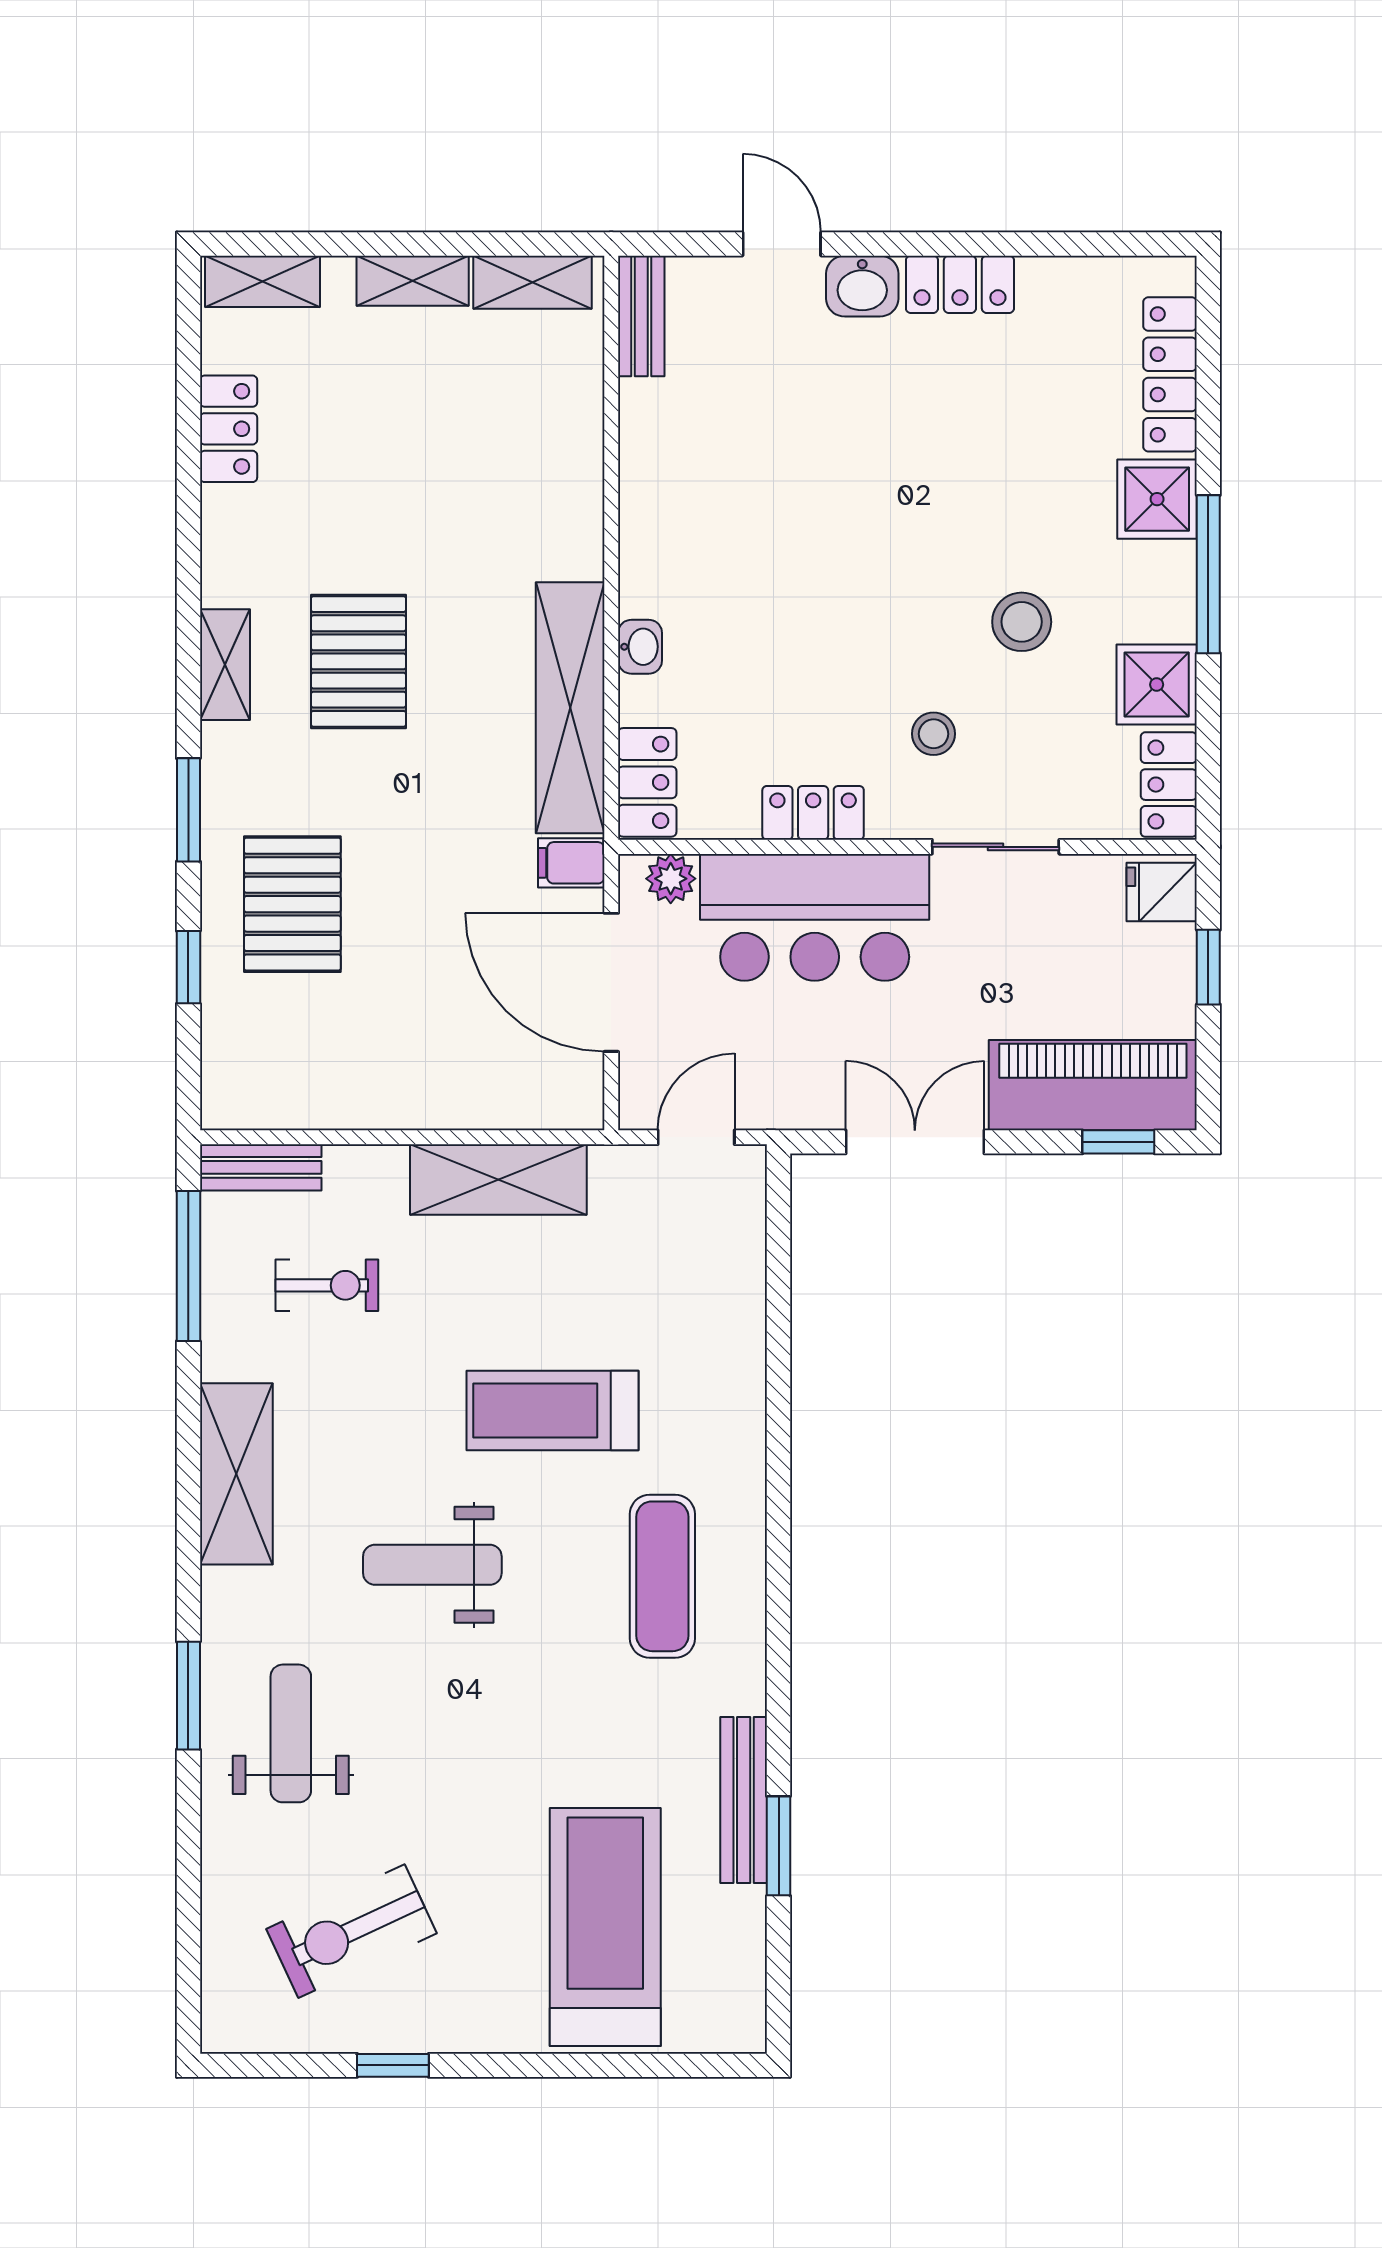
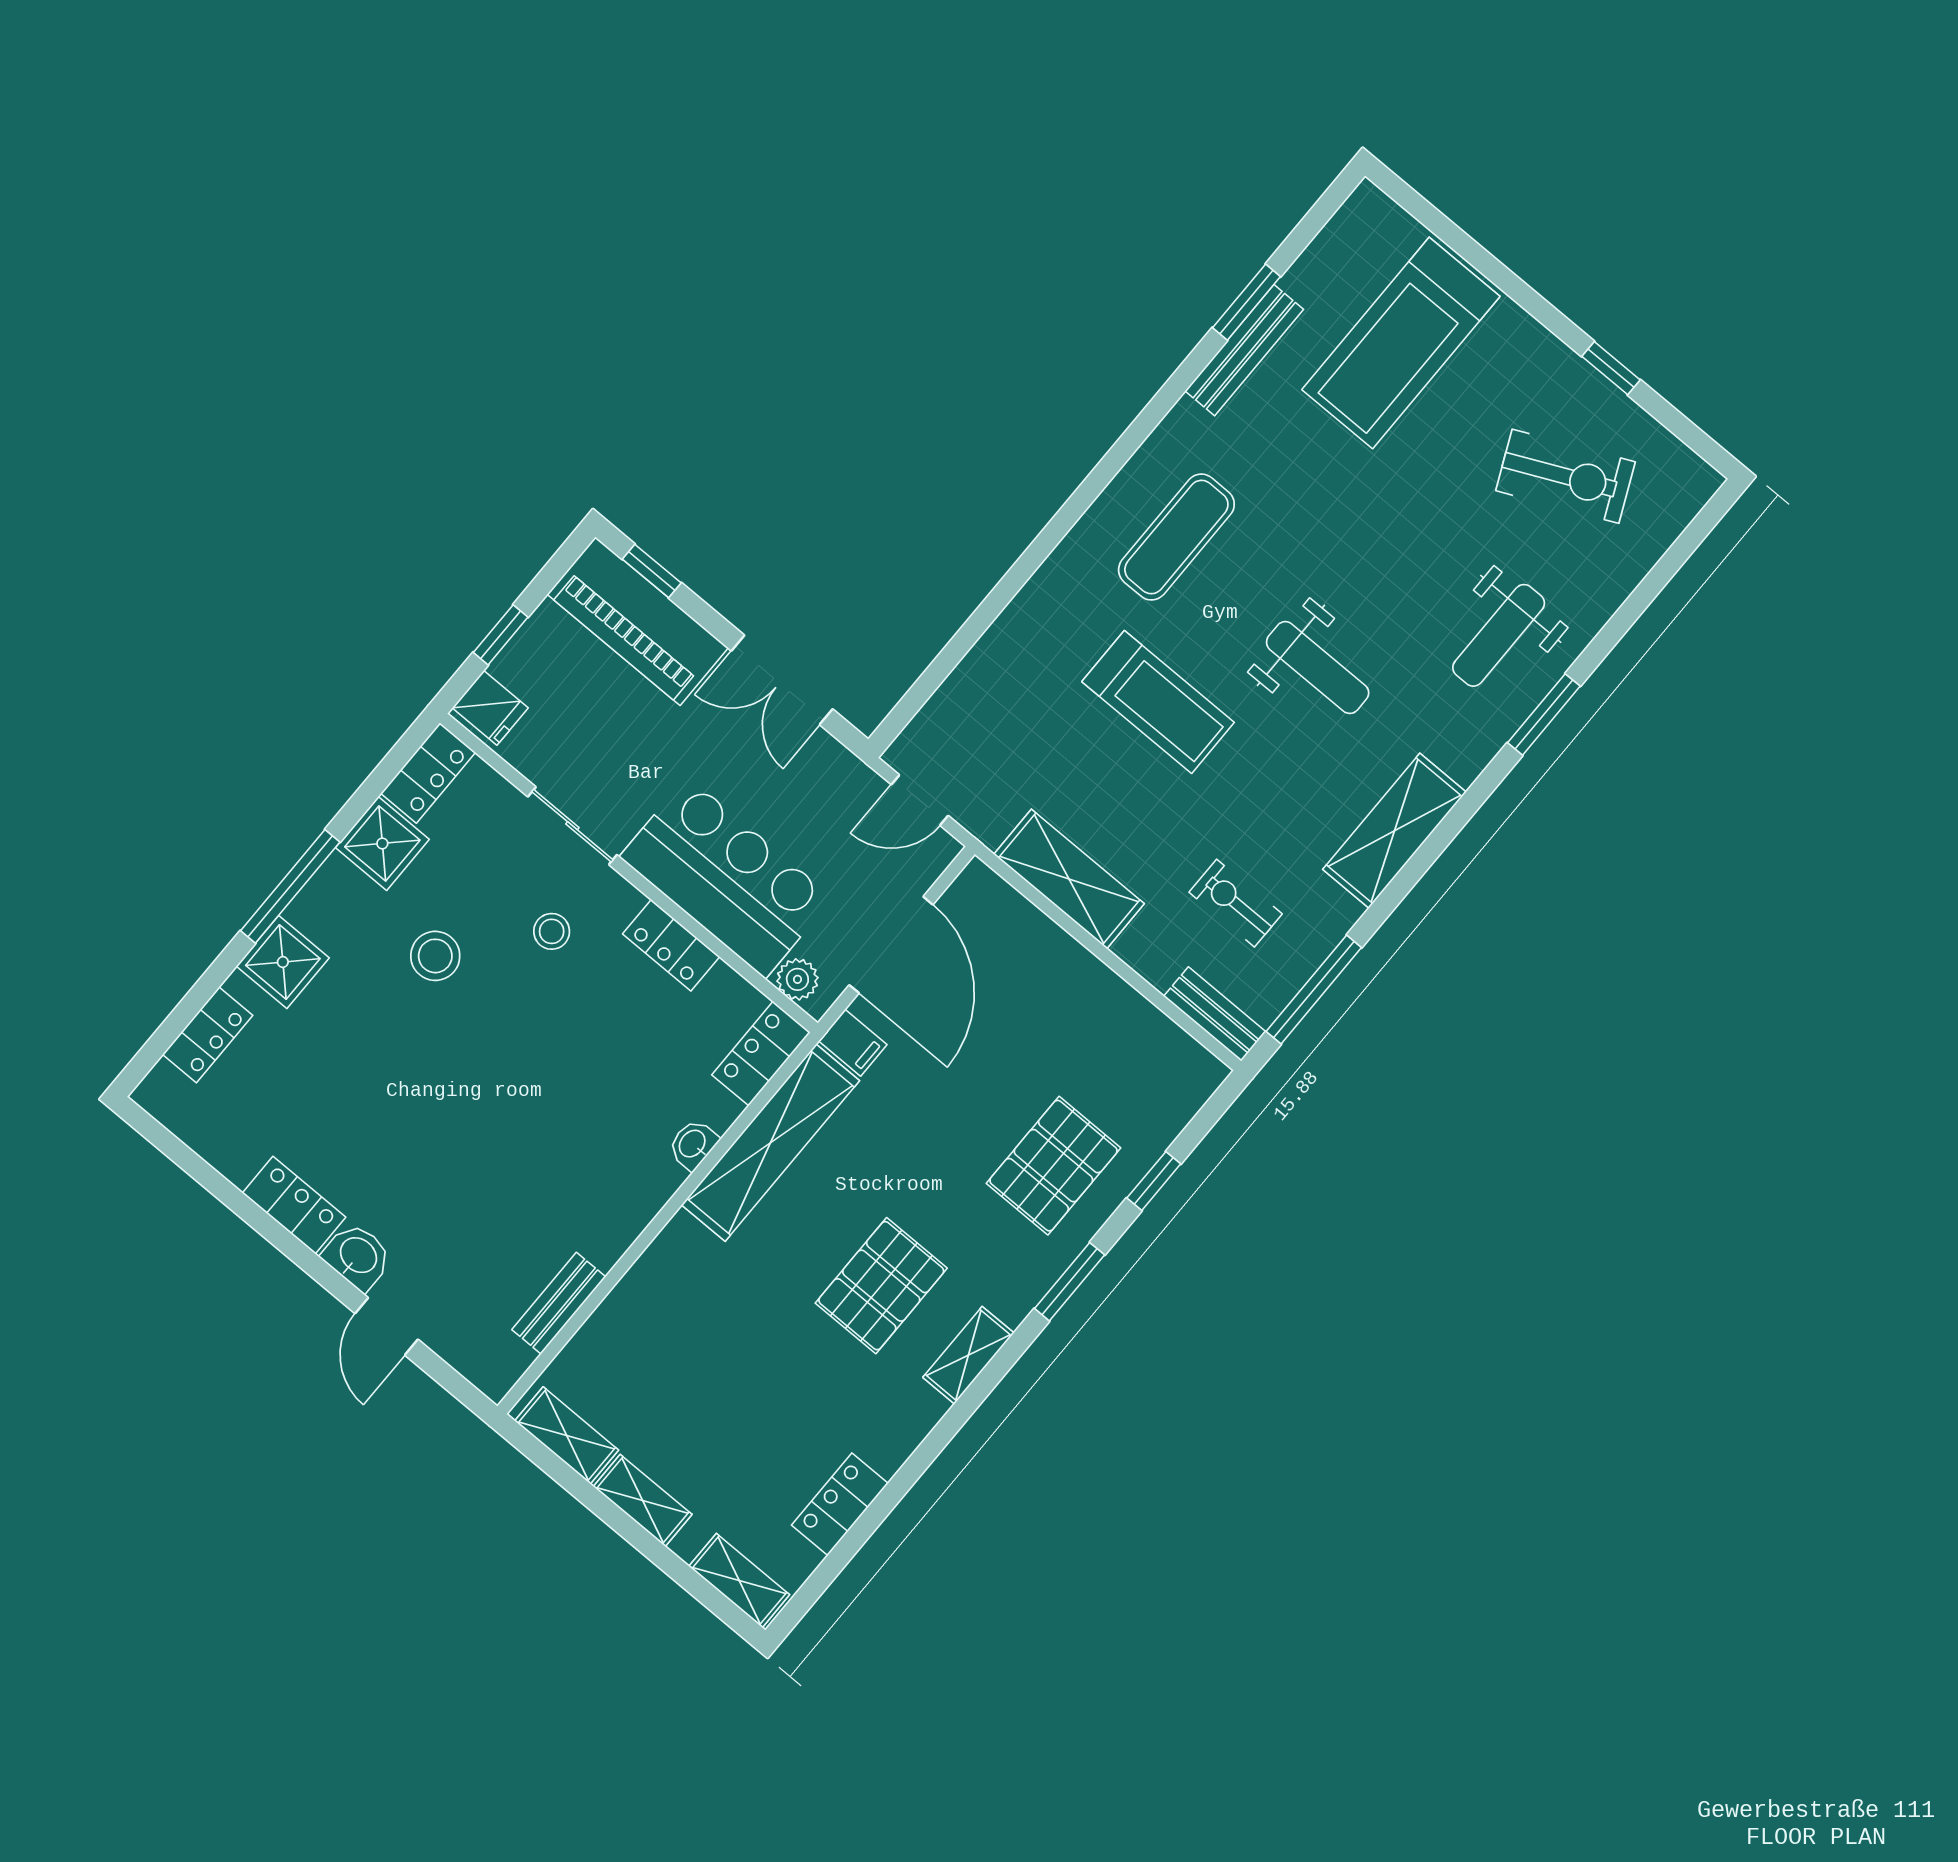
bench: (641, 316) -> (559, 1303), moved
locker: (1170, 374) -> (208, 1035), width x0.66

